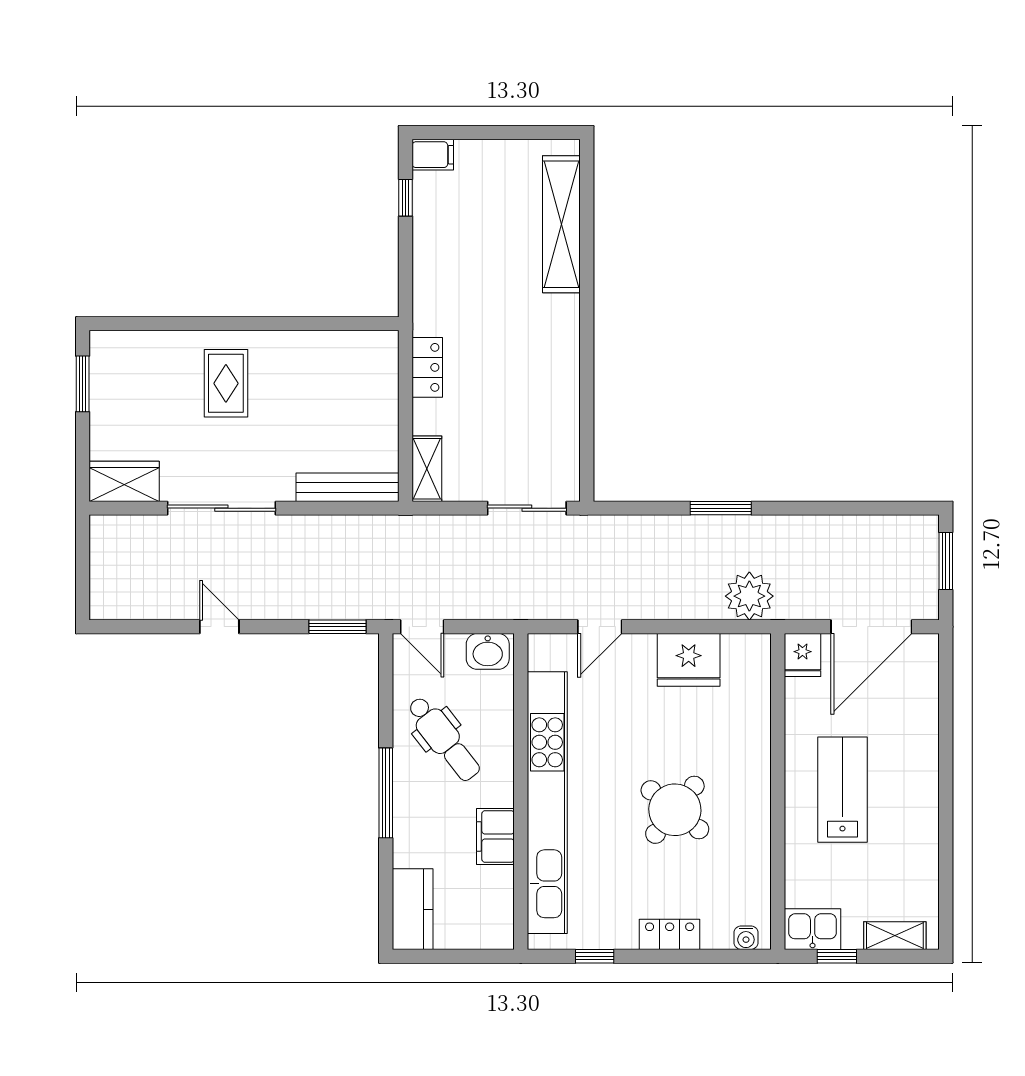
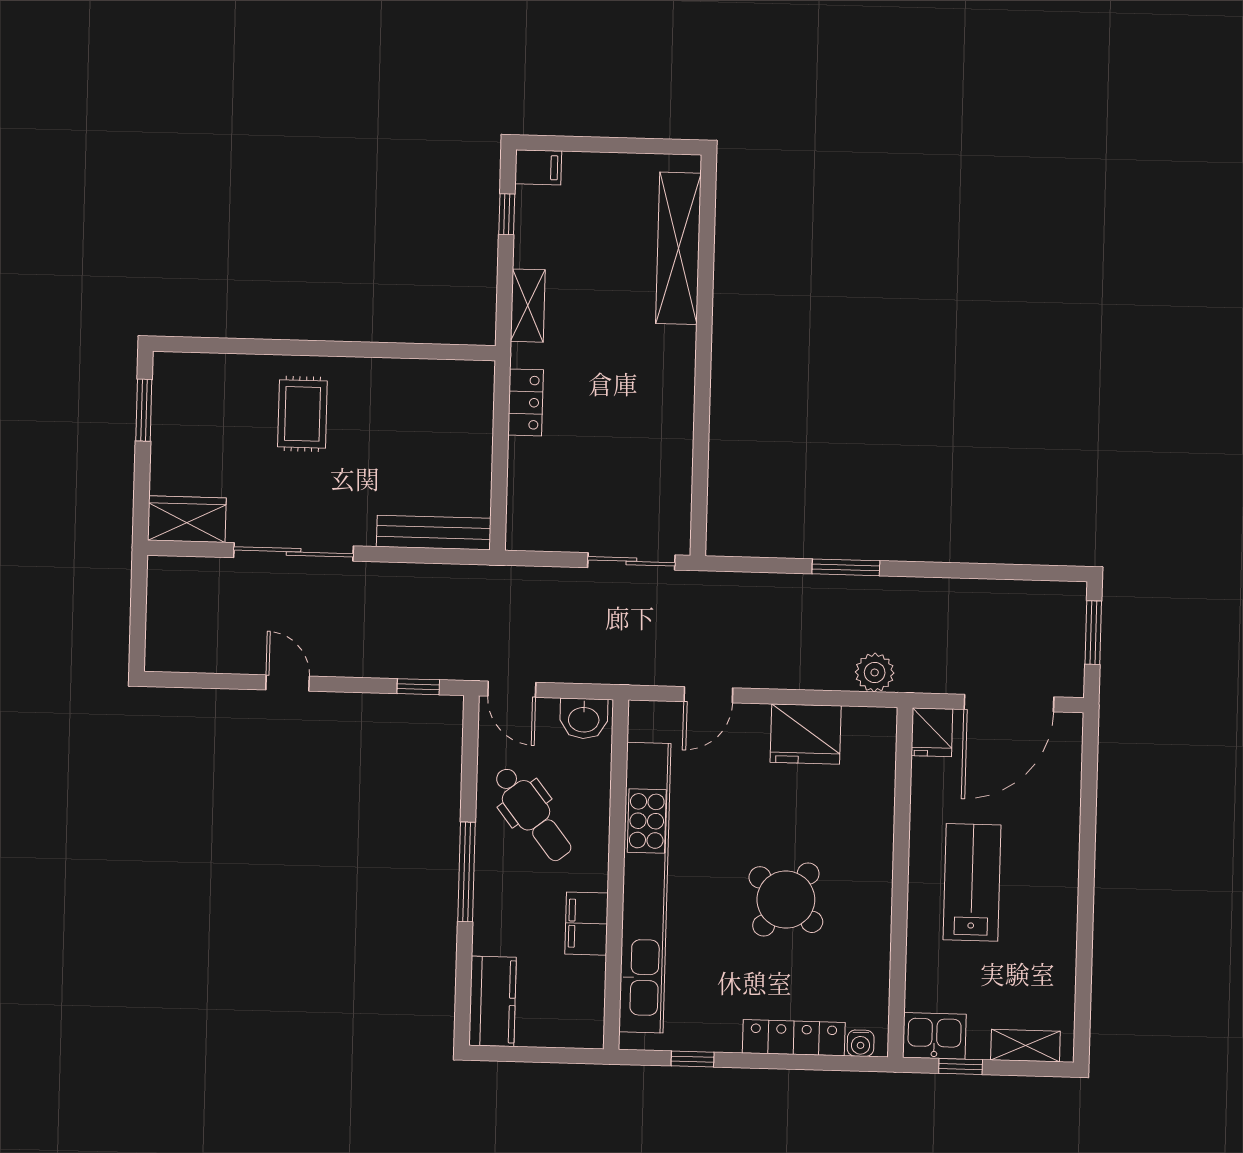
shelving: (427, 469) -> (528, 306), moved
plant: (749, 596) -> (875, 672), width x0.73, depth x0.73
window: (337, 627) -> (418, 687), width x0.67
locker: (670, 934) -> (794, 1038), width x1.53

